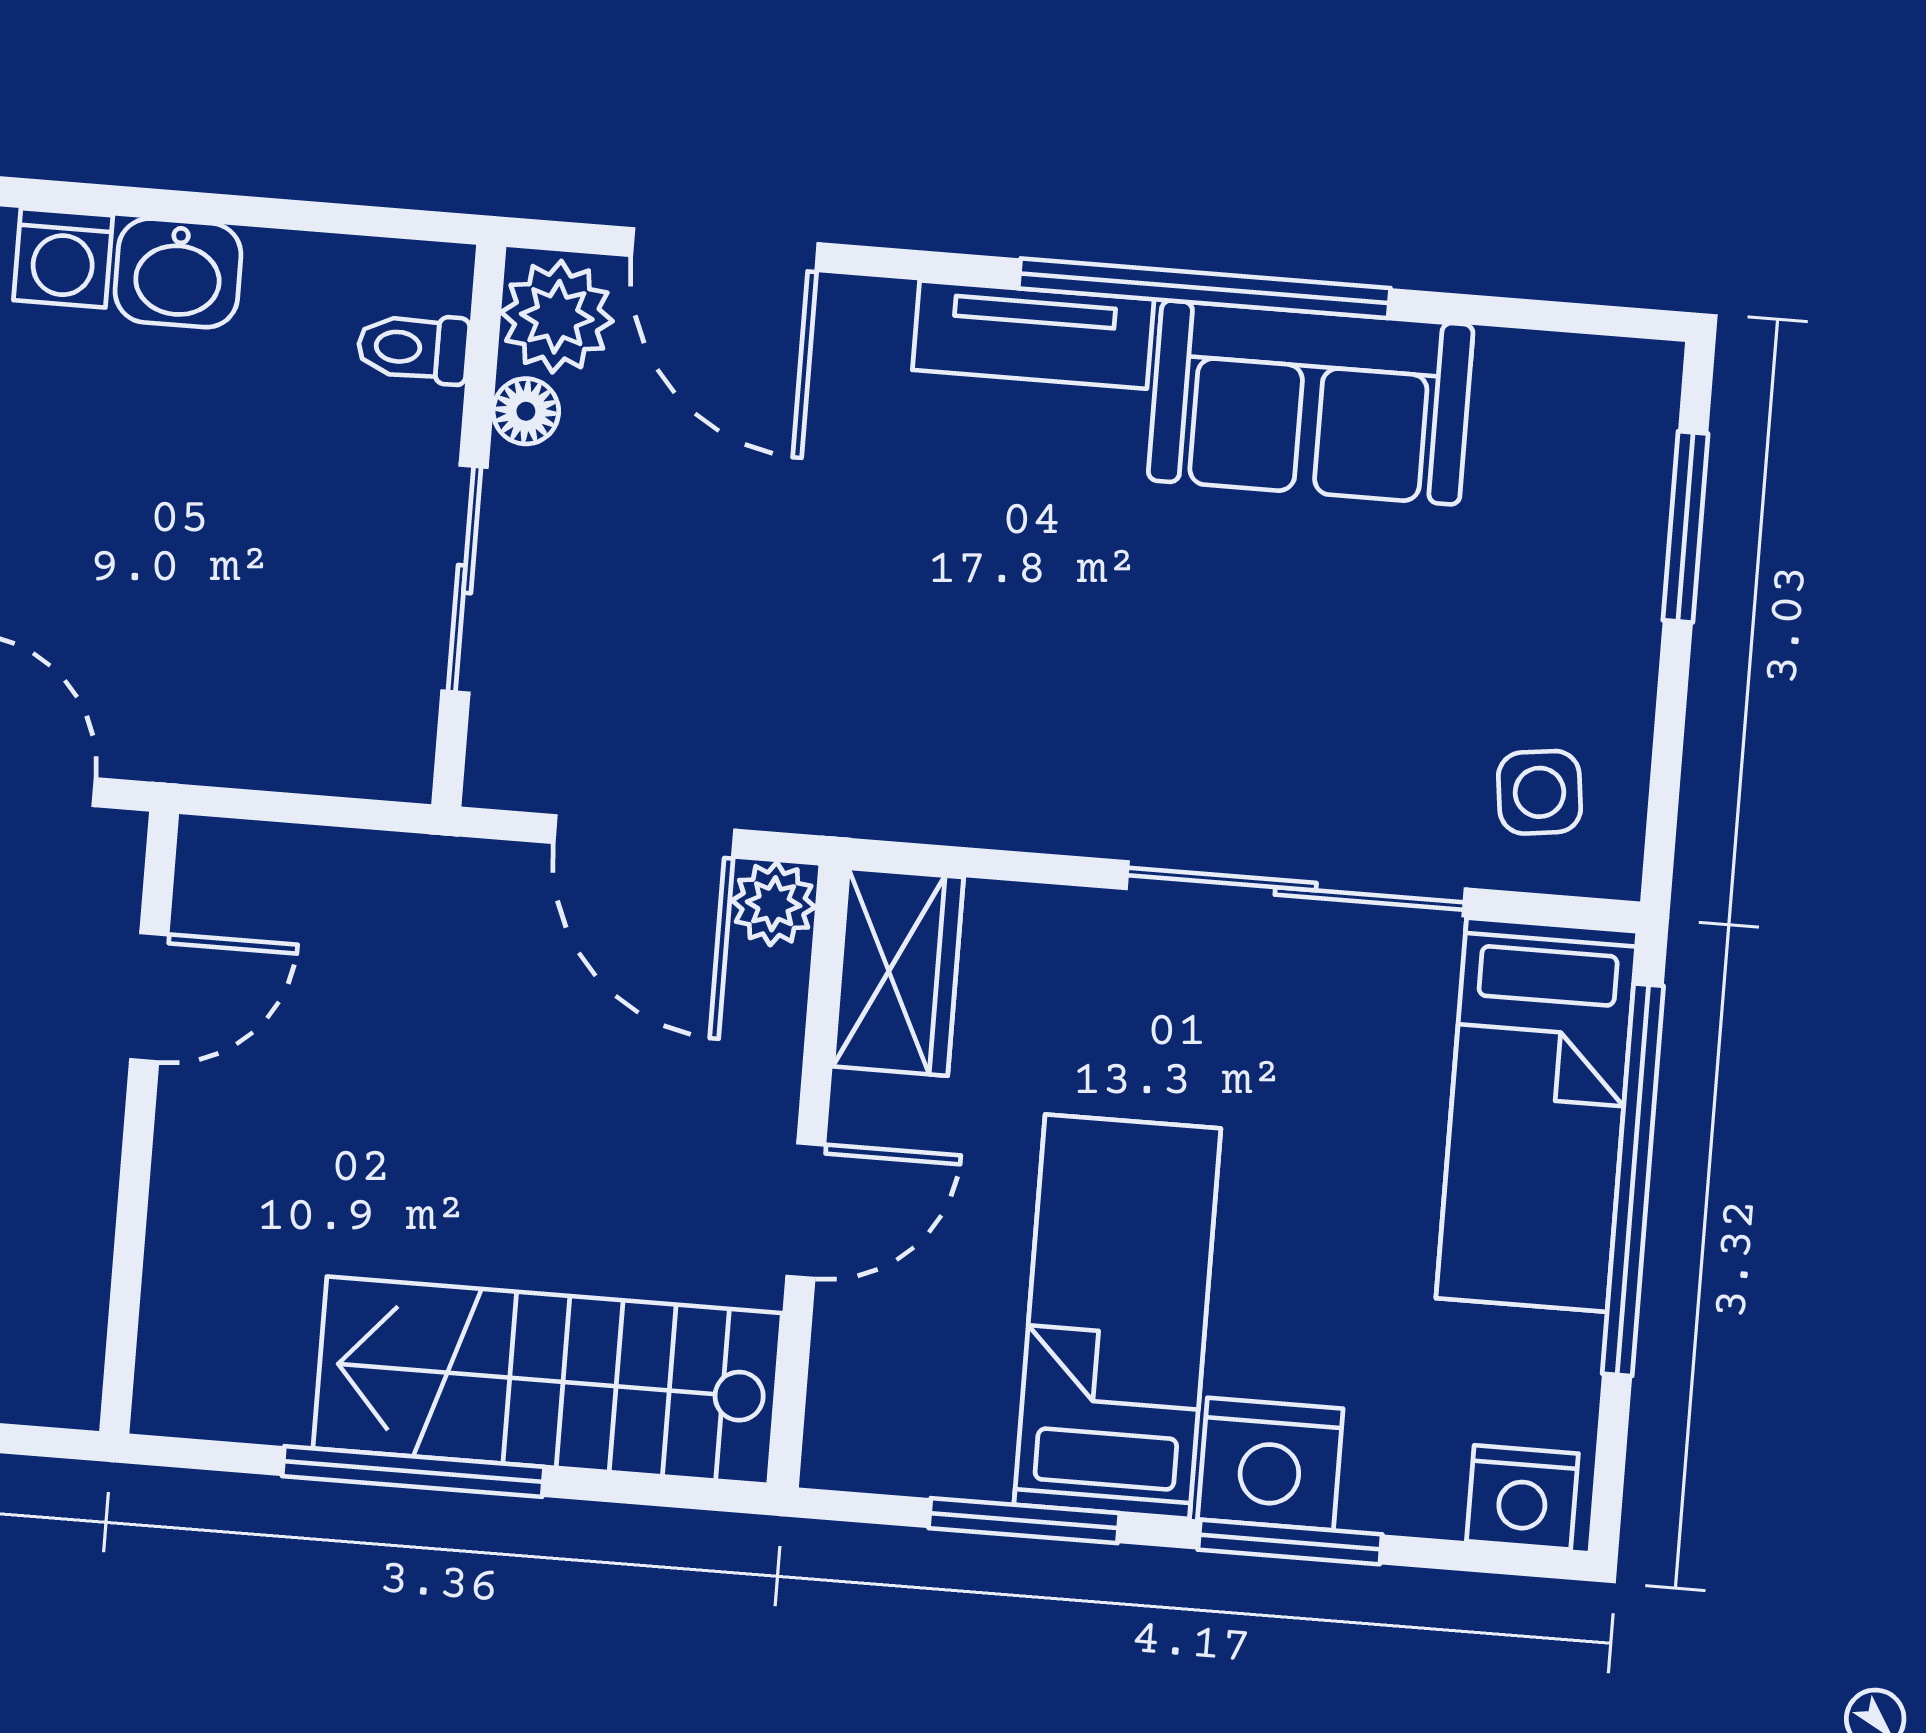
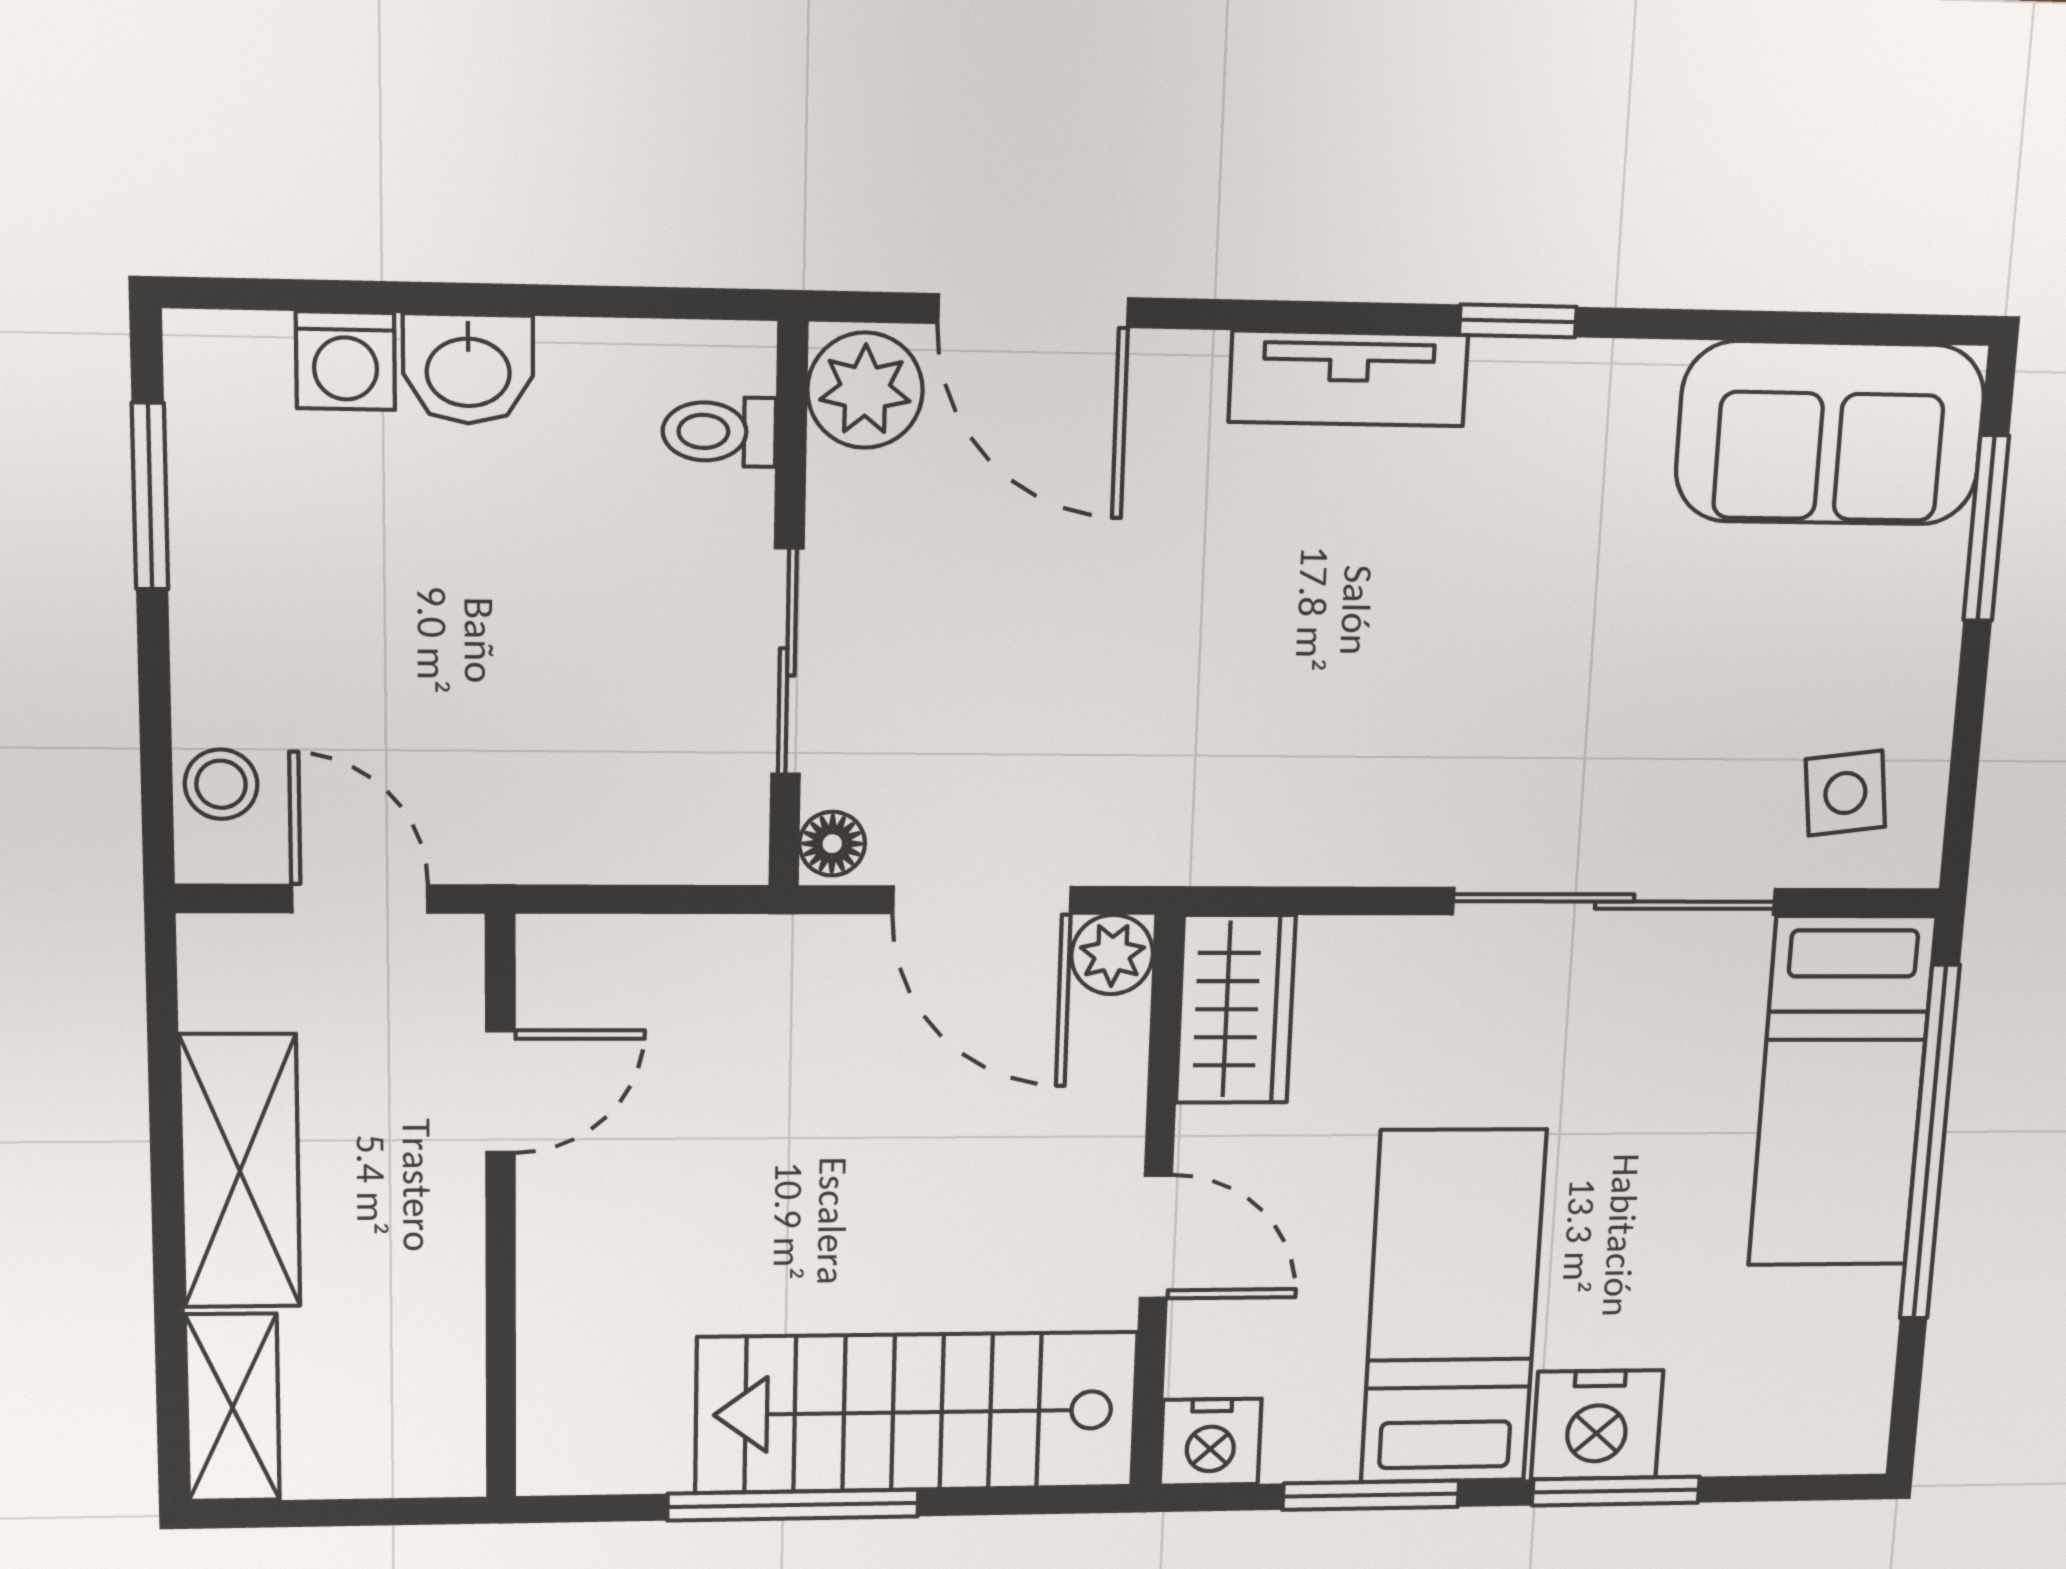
window: (1204, 288) -> (1518, 321), width x0.32
sofa: (1311, 403) -> (1830, 433), moved
floor lamp: (526, 411) -> (832, 844), moved
door: (806, 1211) -> (1156, 1237), hinge flipped
nightstand: (1522, 1497) -> (1211, 1442), moved

